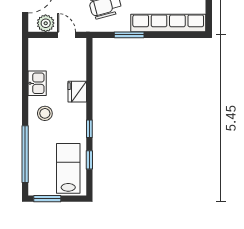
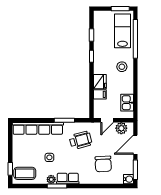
door: (67, 35) -> (107, 120), hinge flipped
filing cabinet: (77, 73) -> (100, 94), added
kitchen sink: (37, 83) -> (127, 103), moved
lab bench: (68, 168) -> (122, 31), moved, turned 180

